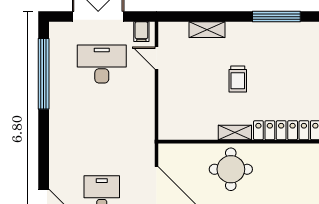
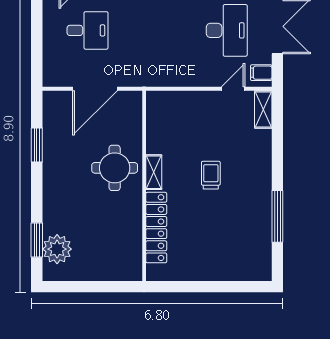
shelving: (207, 30) -> (263, 109), moved
trolley: (238, 79) -> (211, 175), turned 90

